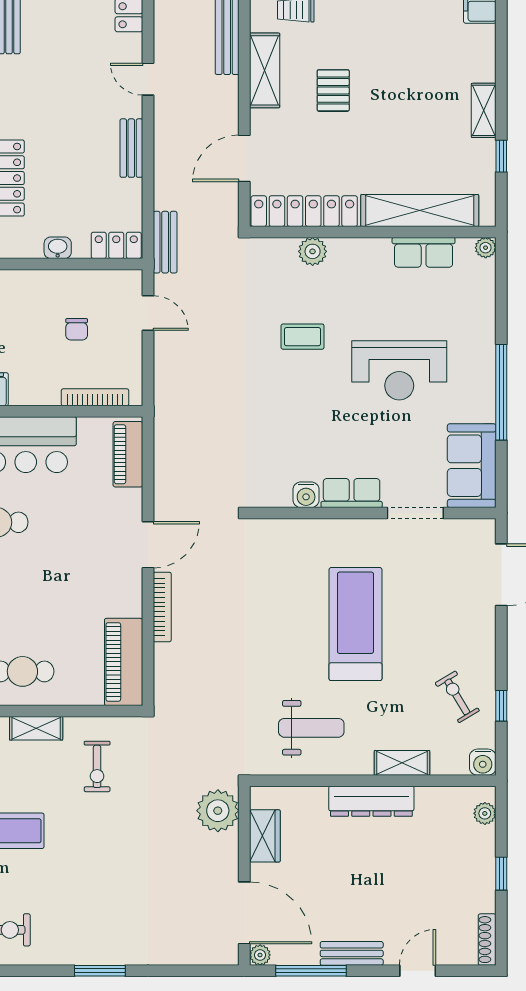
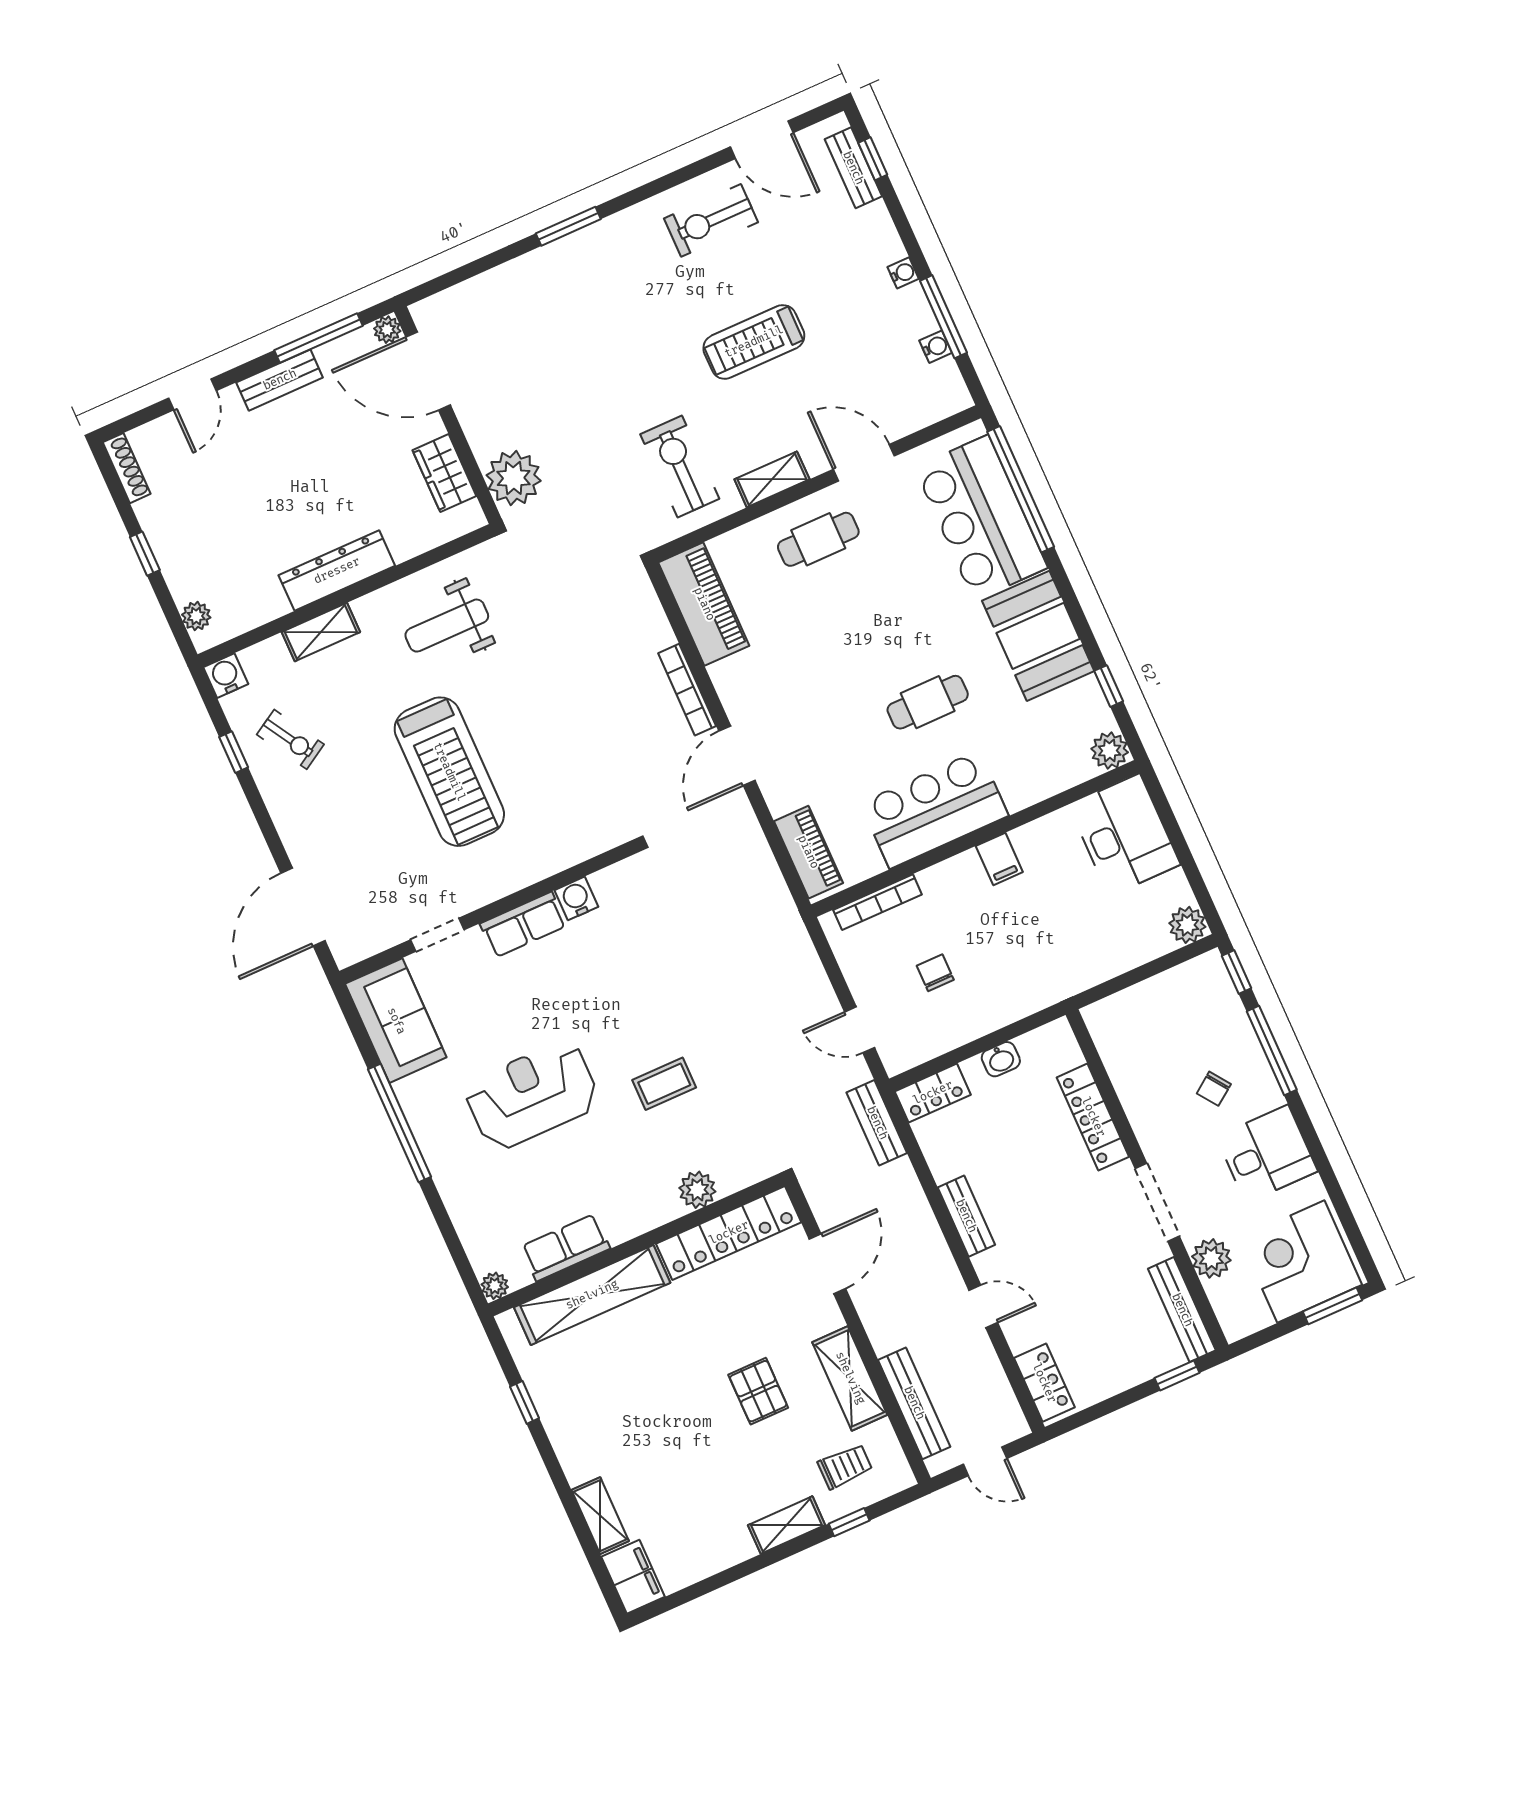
shelving: (484, 110) -> (600, 1516), moved
doorway: (415, 513) -> (437, 935), width x0.73
exercise bike: (97, 766) -> (680, 466), width x1.38, depth x1.39

